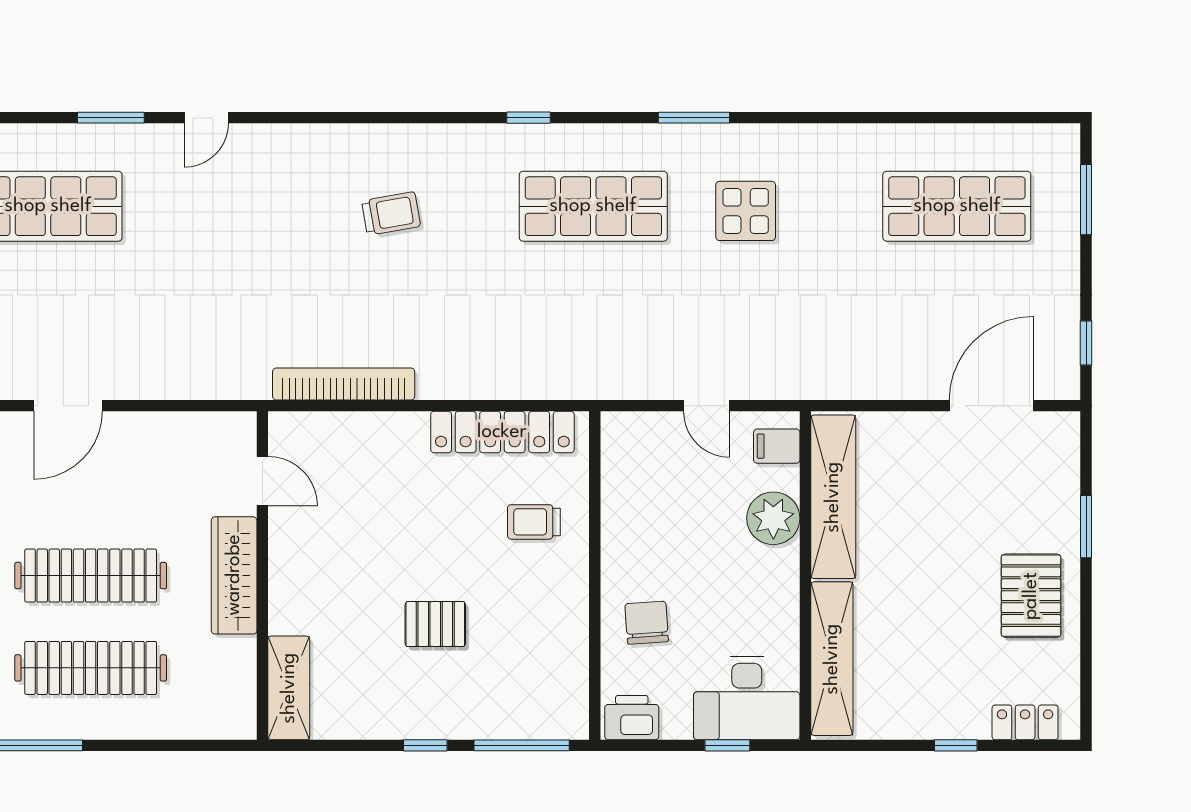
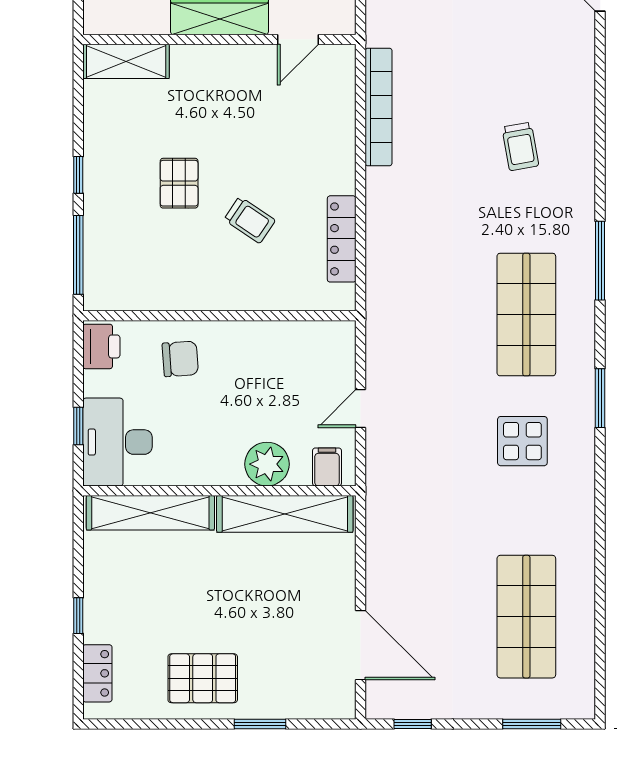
window: (529, 118) -> (600, 261), width x2.17
locker: (502, 432) -> (342, 239), width x0.71, depth x0.83
trolley: (534, 522) -> (250, 220), moved, turned 124

